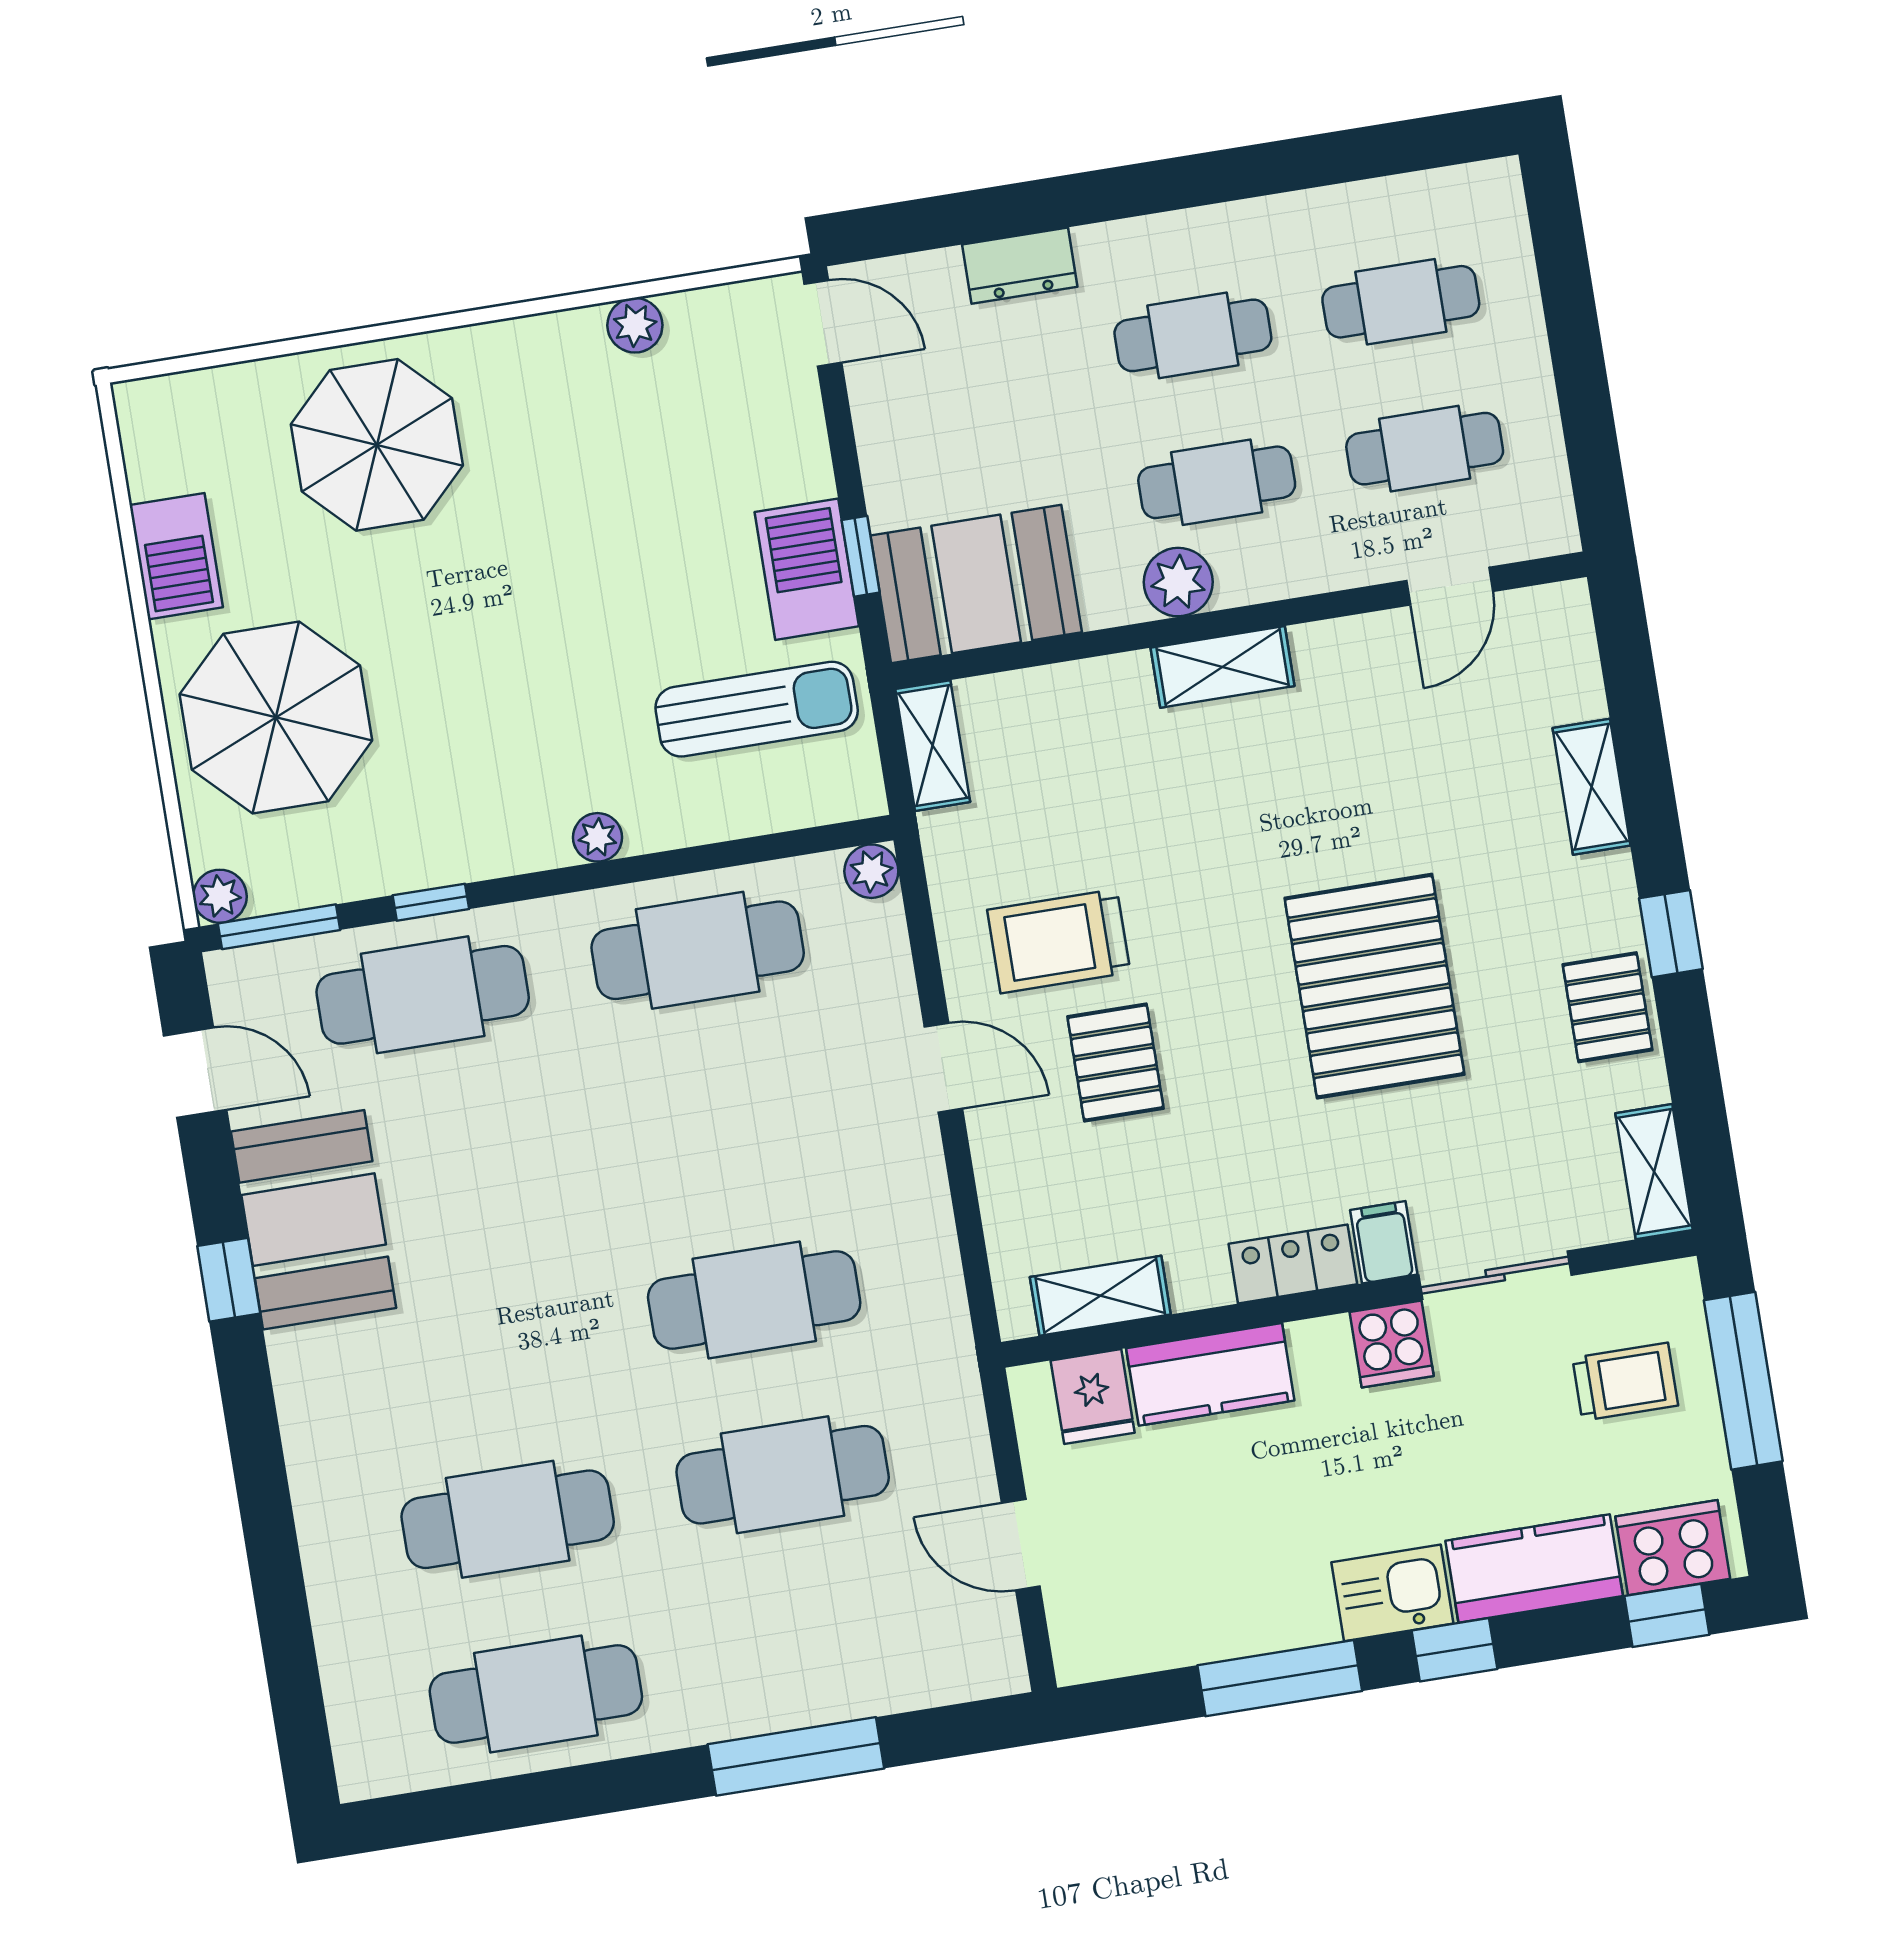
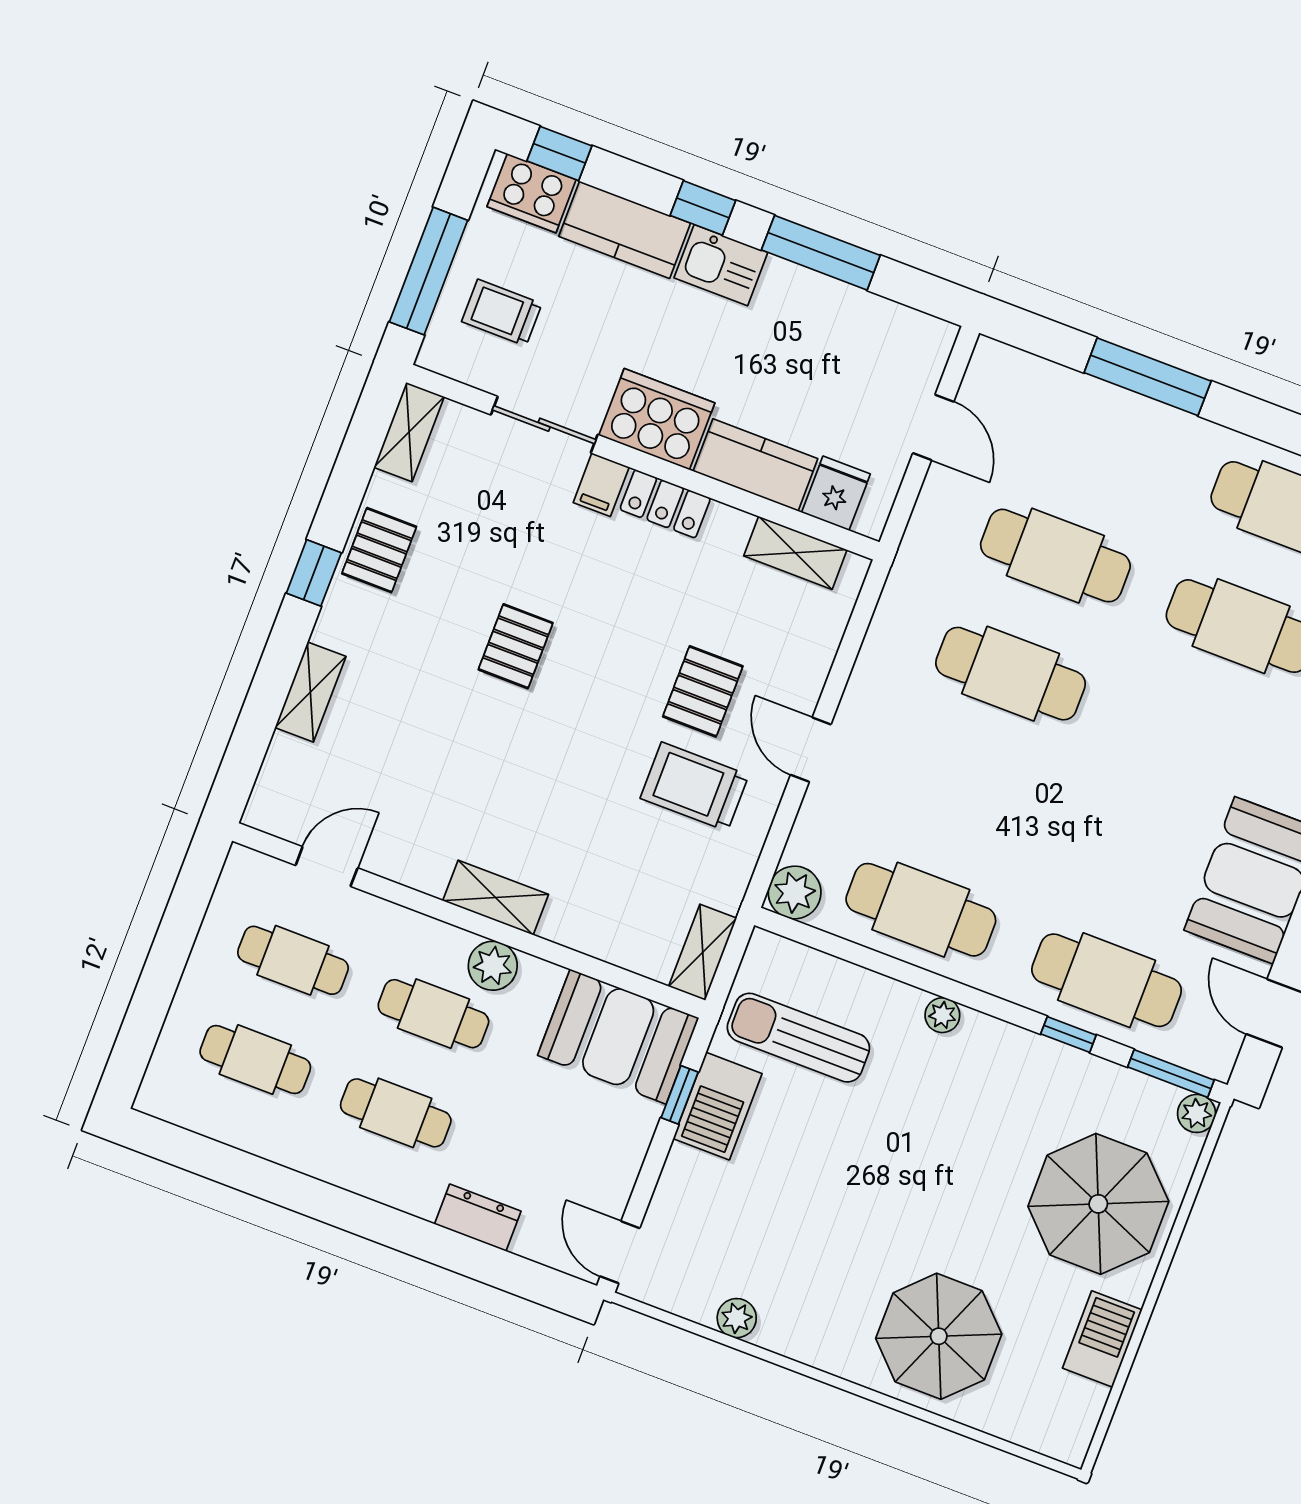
plant: (871, 871) -> (795, 892), width x1.38, depth x1.38
trolley: (1059, 941) -> (694, 787), turned 180
pallet: (1374, 986) -> (516, 646), width x0.49, depth x0.50
cooker: (1392, 1344) -> (657, 419), width x1.87, depth x1.31

